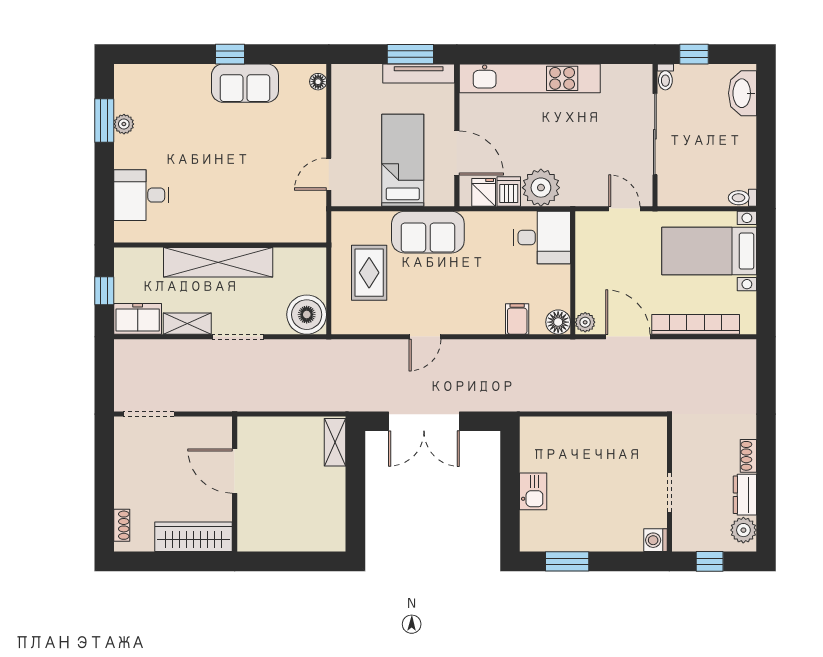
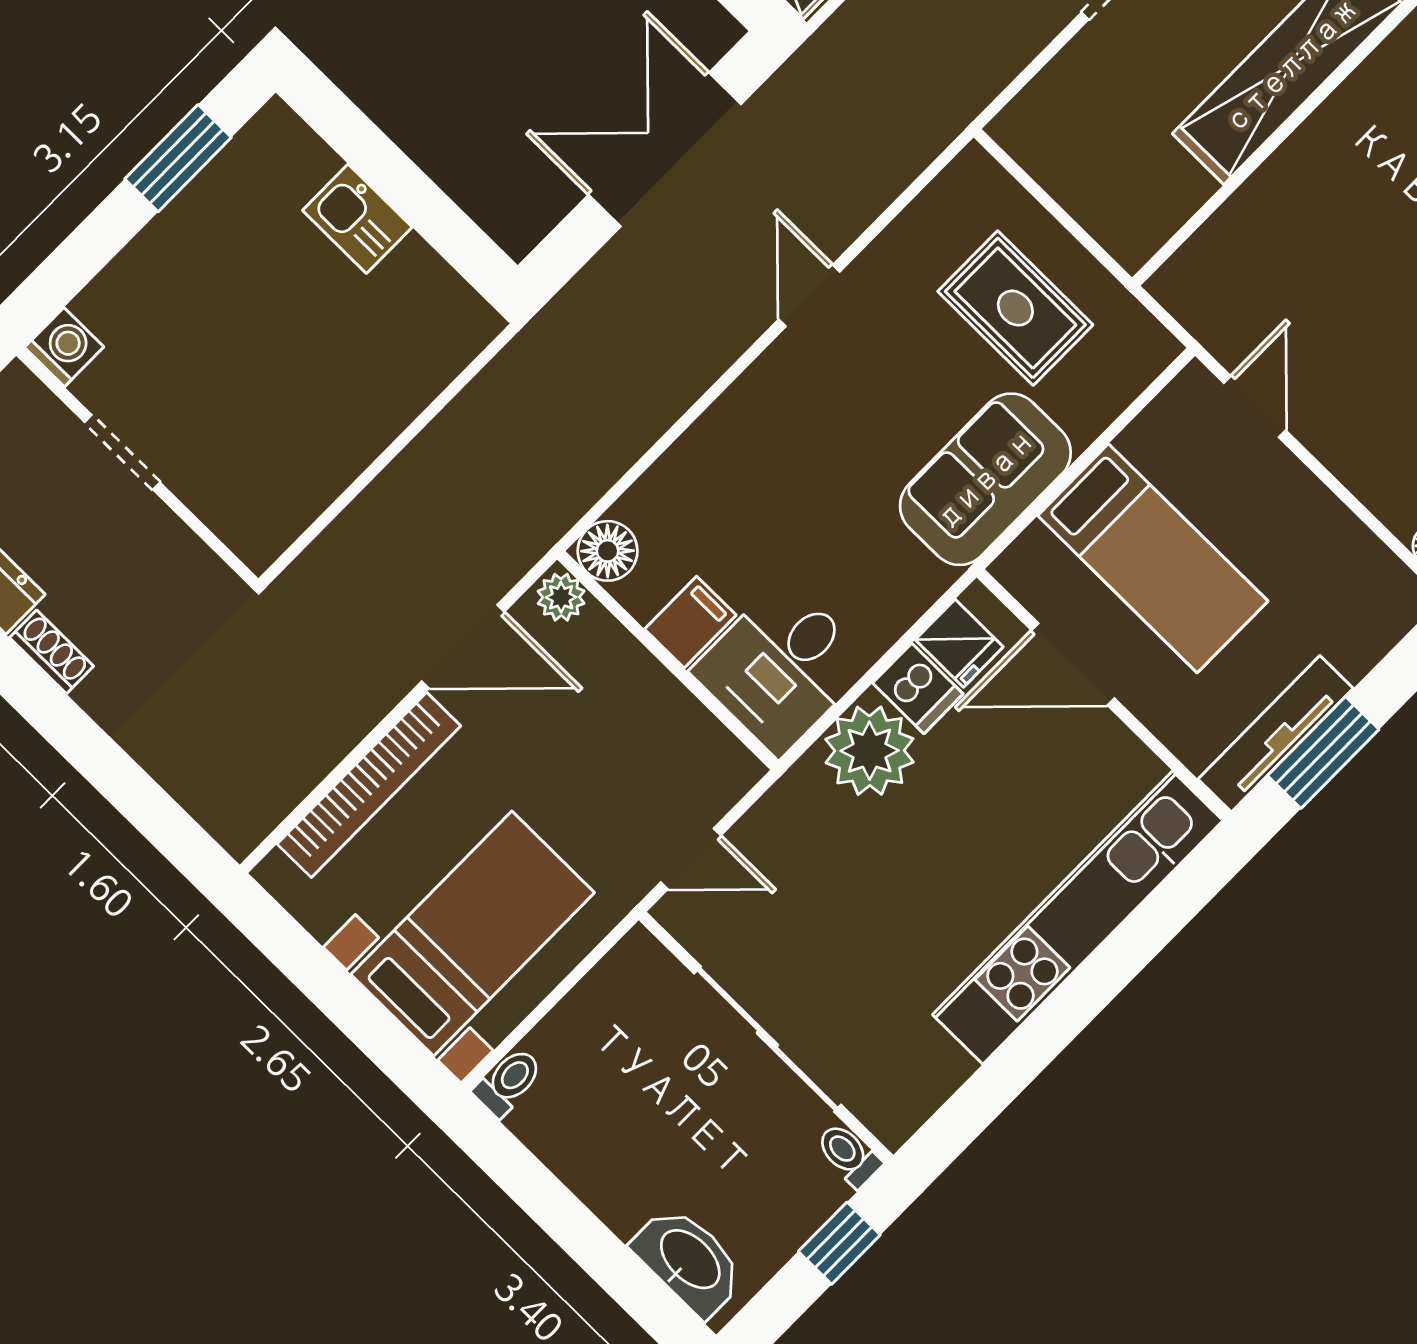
boiler: (307, 315) -> (1050, 129), removed
filing cabinet: (517, 319) -> (690, 622), moved, turned -90

